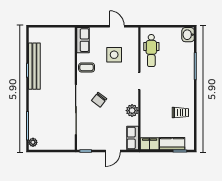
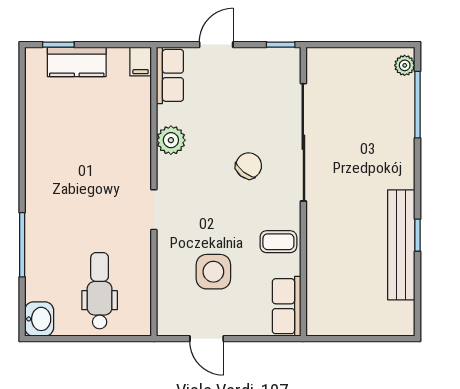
dental chair: (151, 51) -> (100, 291), moved
trolley: (180, 113) -> (57, 135), removed
filing cabinet: (150, 144) -> (141, 62), width x0.50

